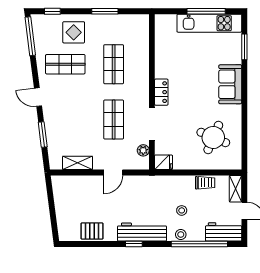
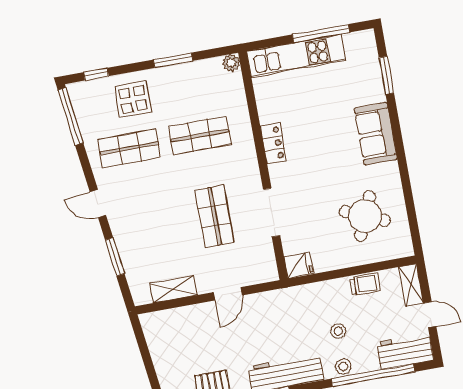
kitchen unit: (209, 23) -> (296, 56), moved
shop shelf: (114, 64) -> (200, 135), turned 90
locker: (161, 92) -> (273, 143), moved
plant: (143, 150) -> (231, 63), moved

